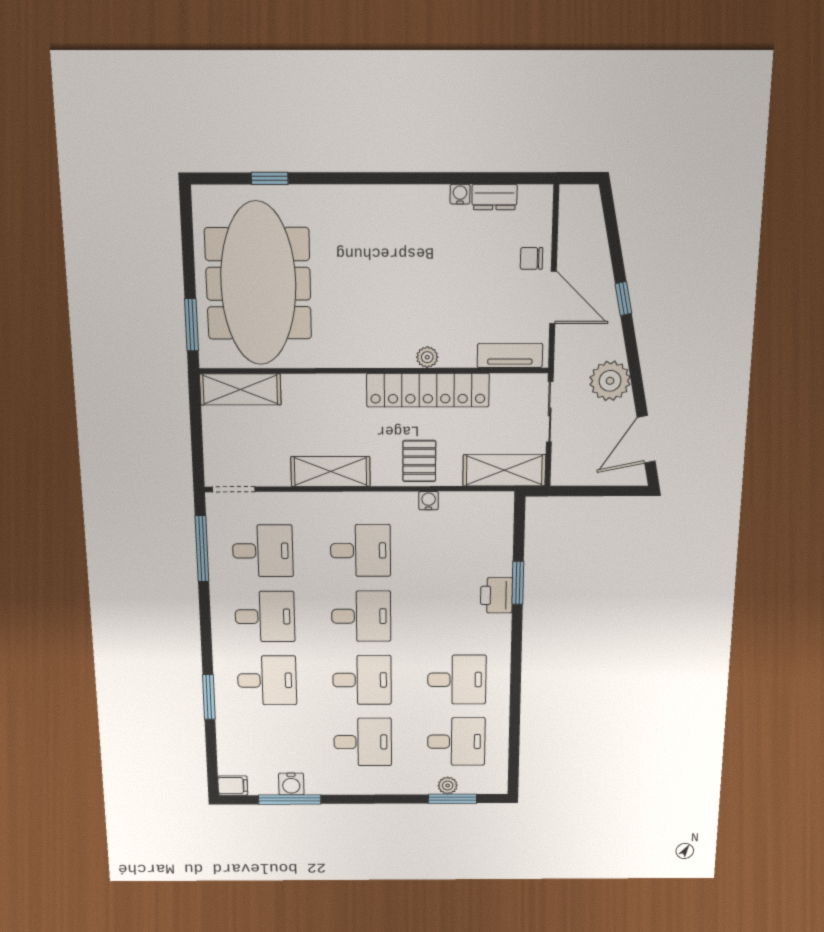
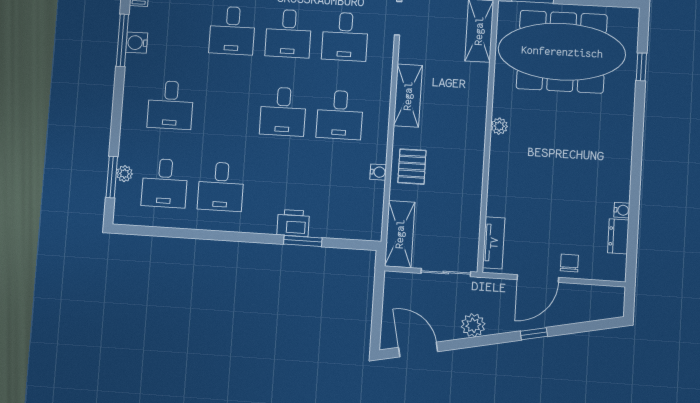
plant: (427, 357) -> (499, 126), moved
plant: (610, 381) -> (473, 325), width x0.73, depth x0.73
locker: (428, 390) -> (469, 177), removed
pallet: (419, 461) -> (412, 167), turned 90
desk: (362, 680) -> (227, 108), removed

